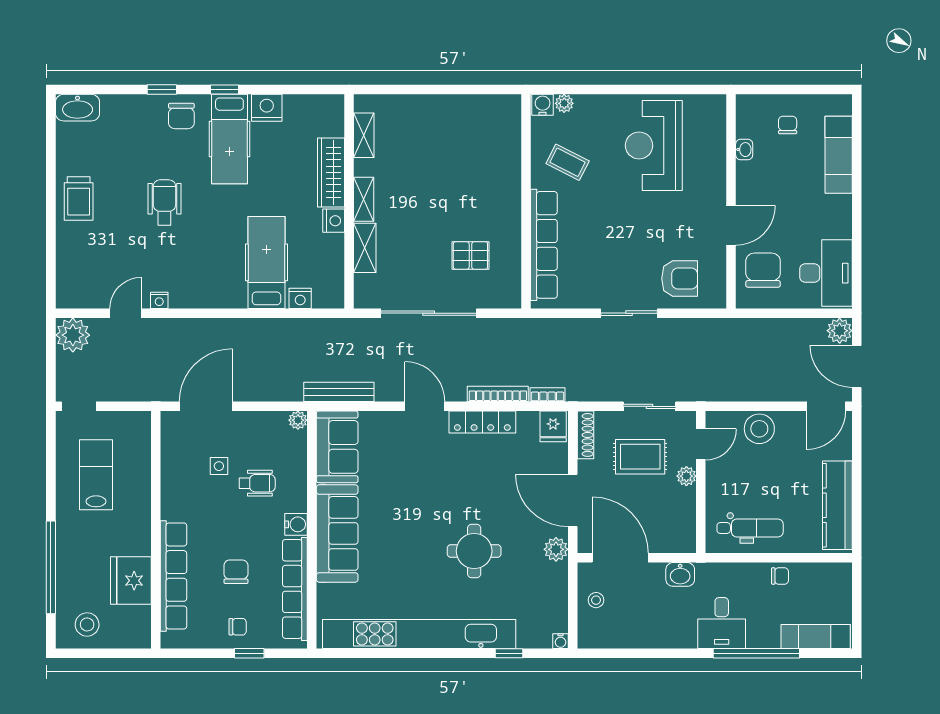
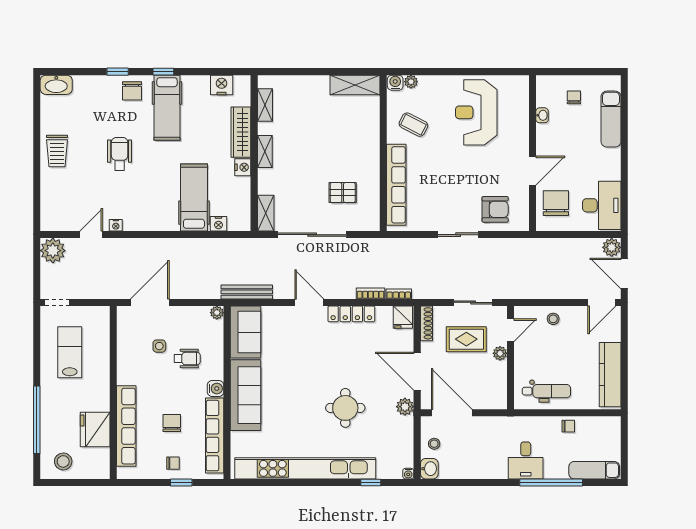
nightstand: (267, 108) -> (222, 85), moved
shelving: (487, 108) -> (355, 85), added
shelving: (365, 248) -> (266, 213), moved
bookcase: (498, 394) -> (371, 293), width x0.64
stool: (759, 429) -> (553, 319), width x0.53, depth x0.53
washbasin: (680, 574) -> (429, 469), moved, turned -90

